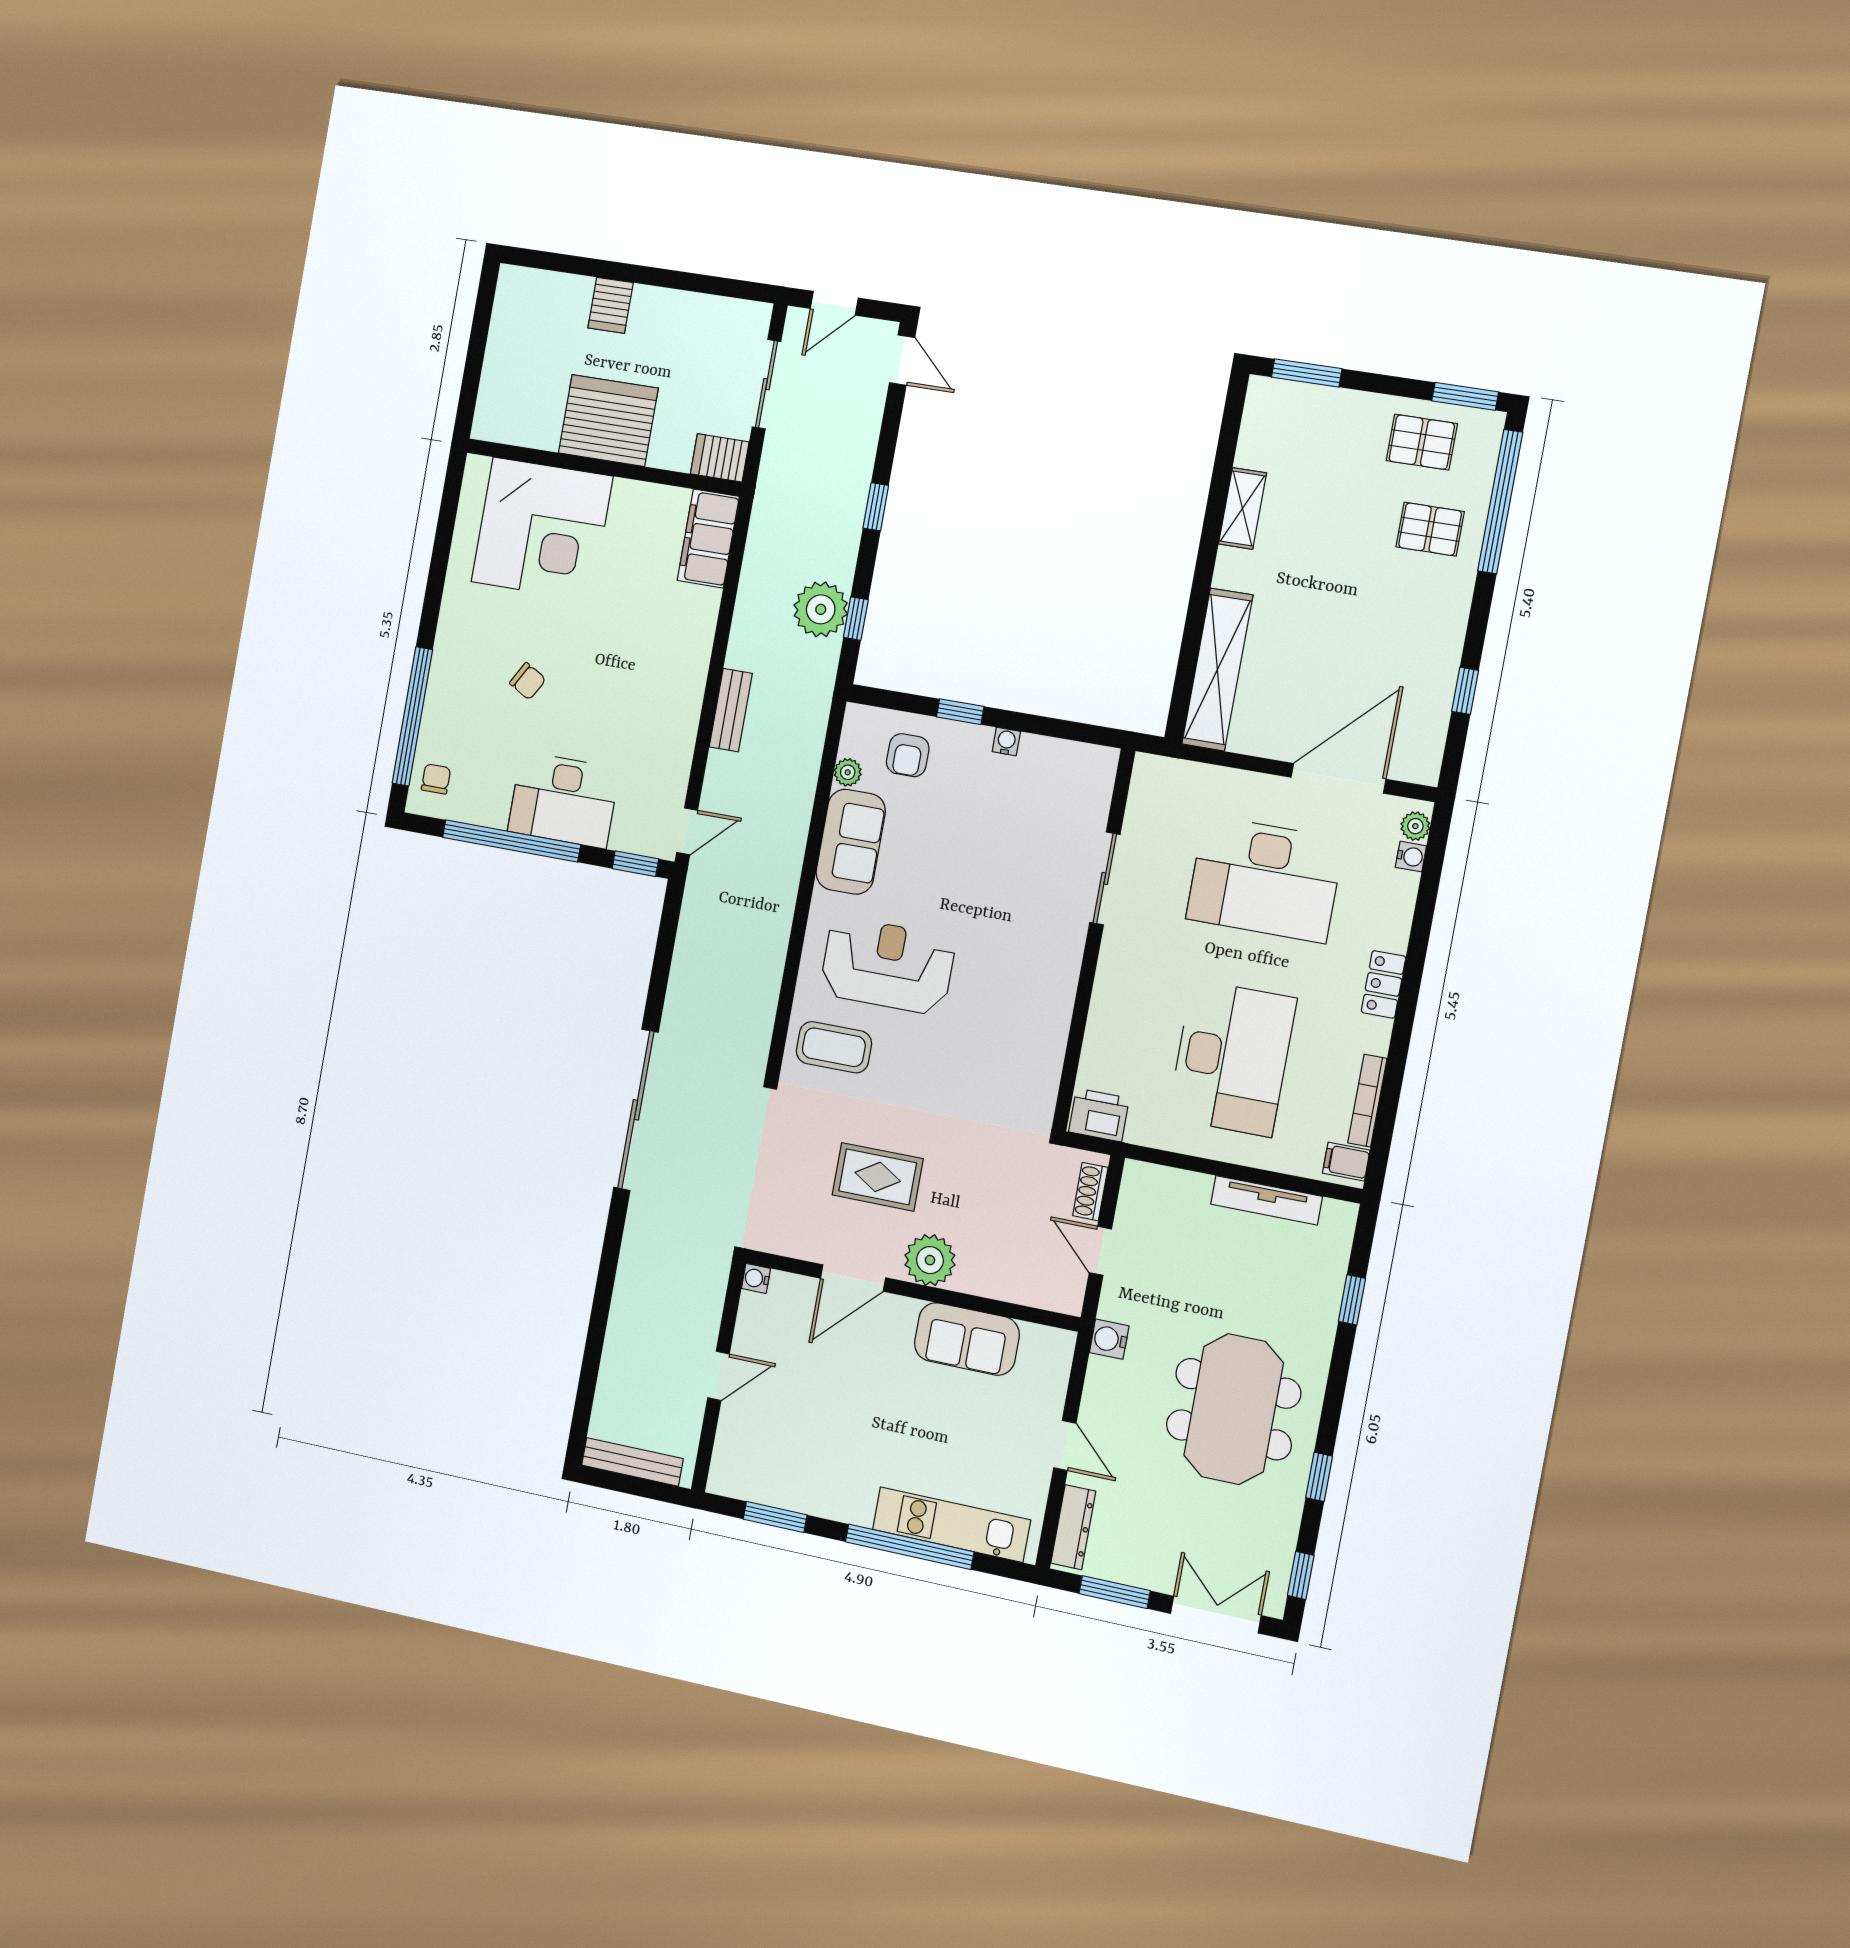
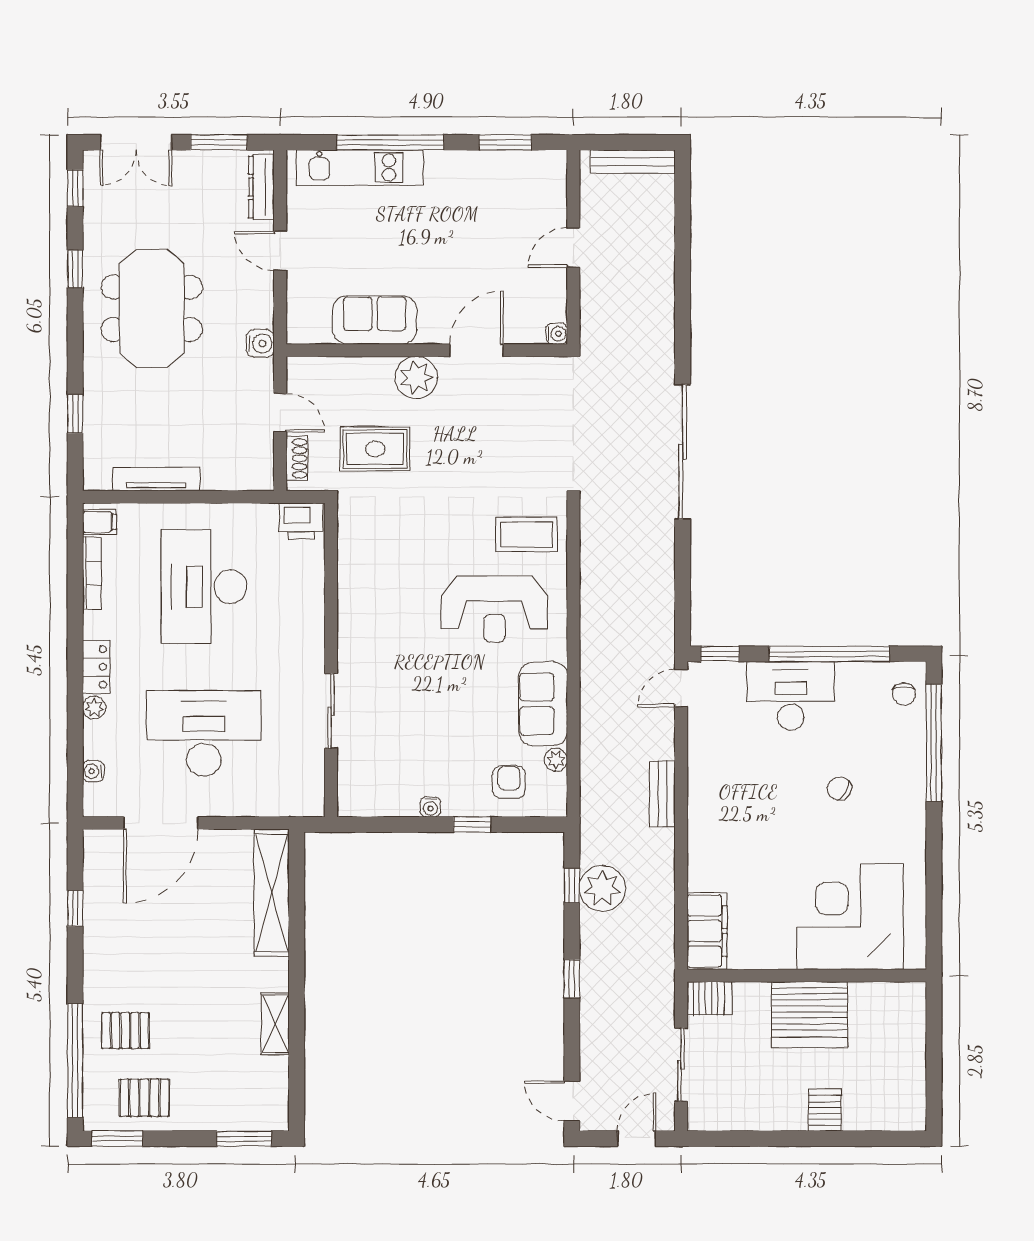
plant: (1415, 826) -> (94, 708), moved
rug: (878, 1177) -> (375, 449), moved

